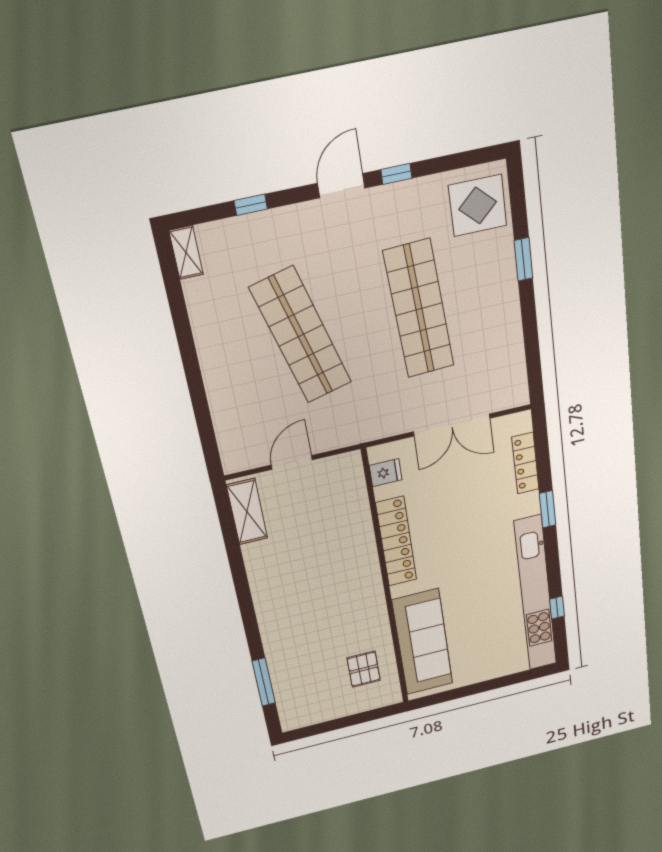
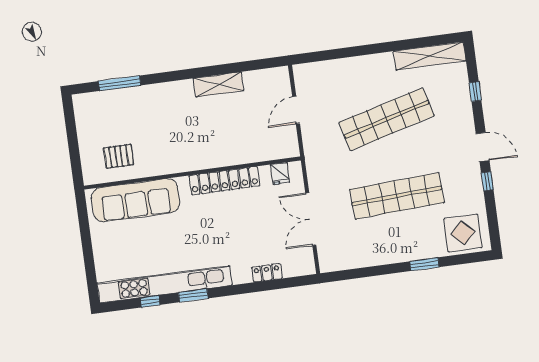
shelving: (186, 252) -> (430, 56), width x2.20, depth x1.33
door: (292, 462) -> (296, 110), swing flipped
locker: (525, 463) -> (267, 273), width x0.66
window: (548, 509) -> (193, 295), moved
shelving: (247, 512) -> (218, 84), moved

